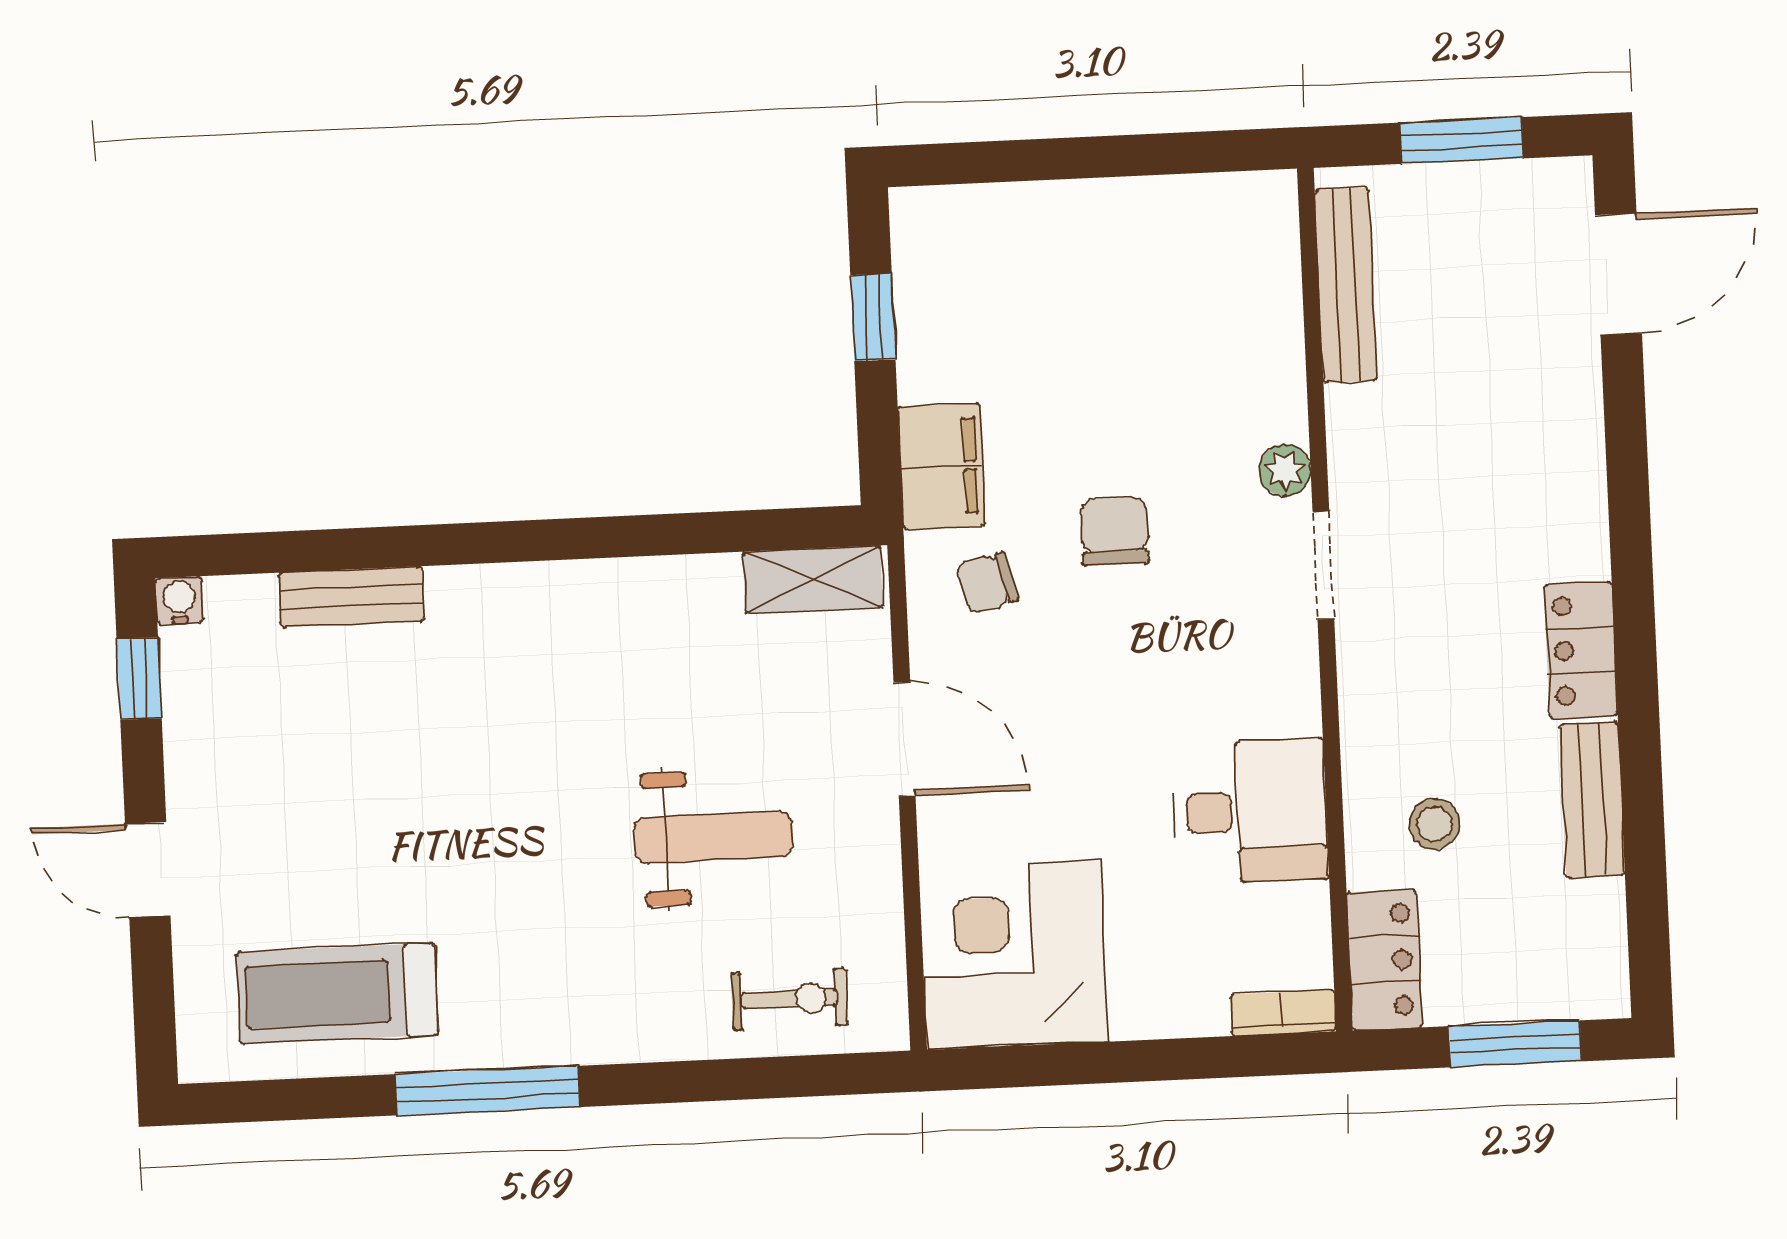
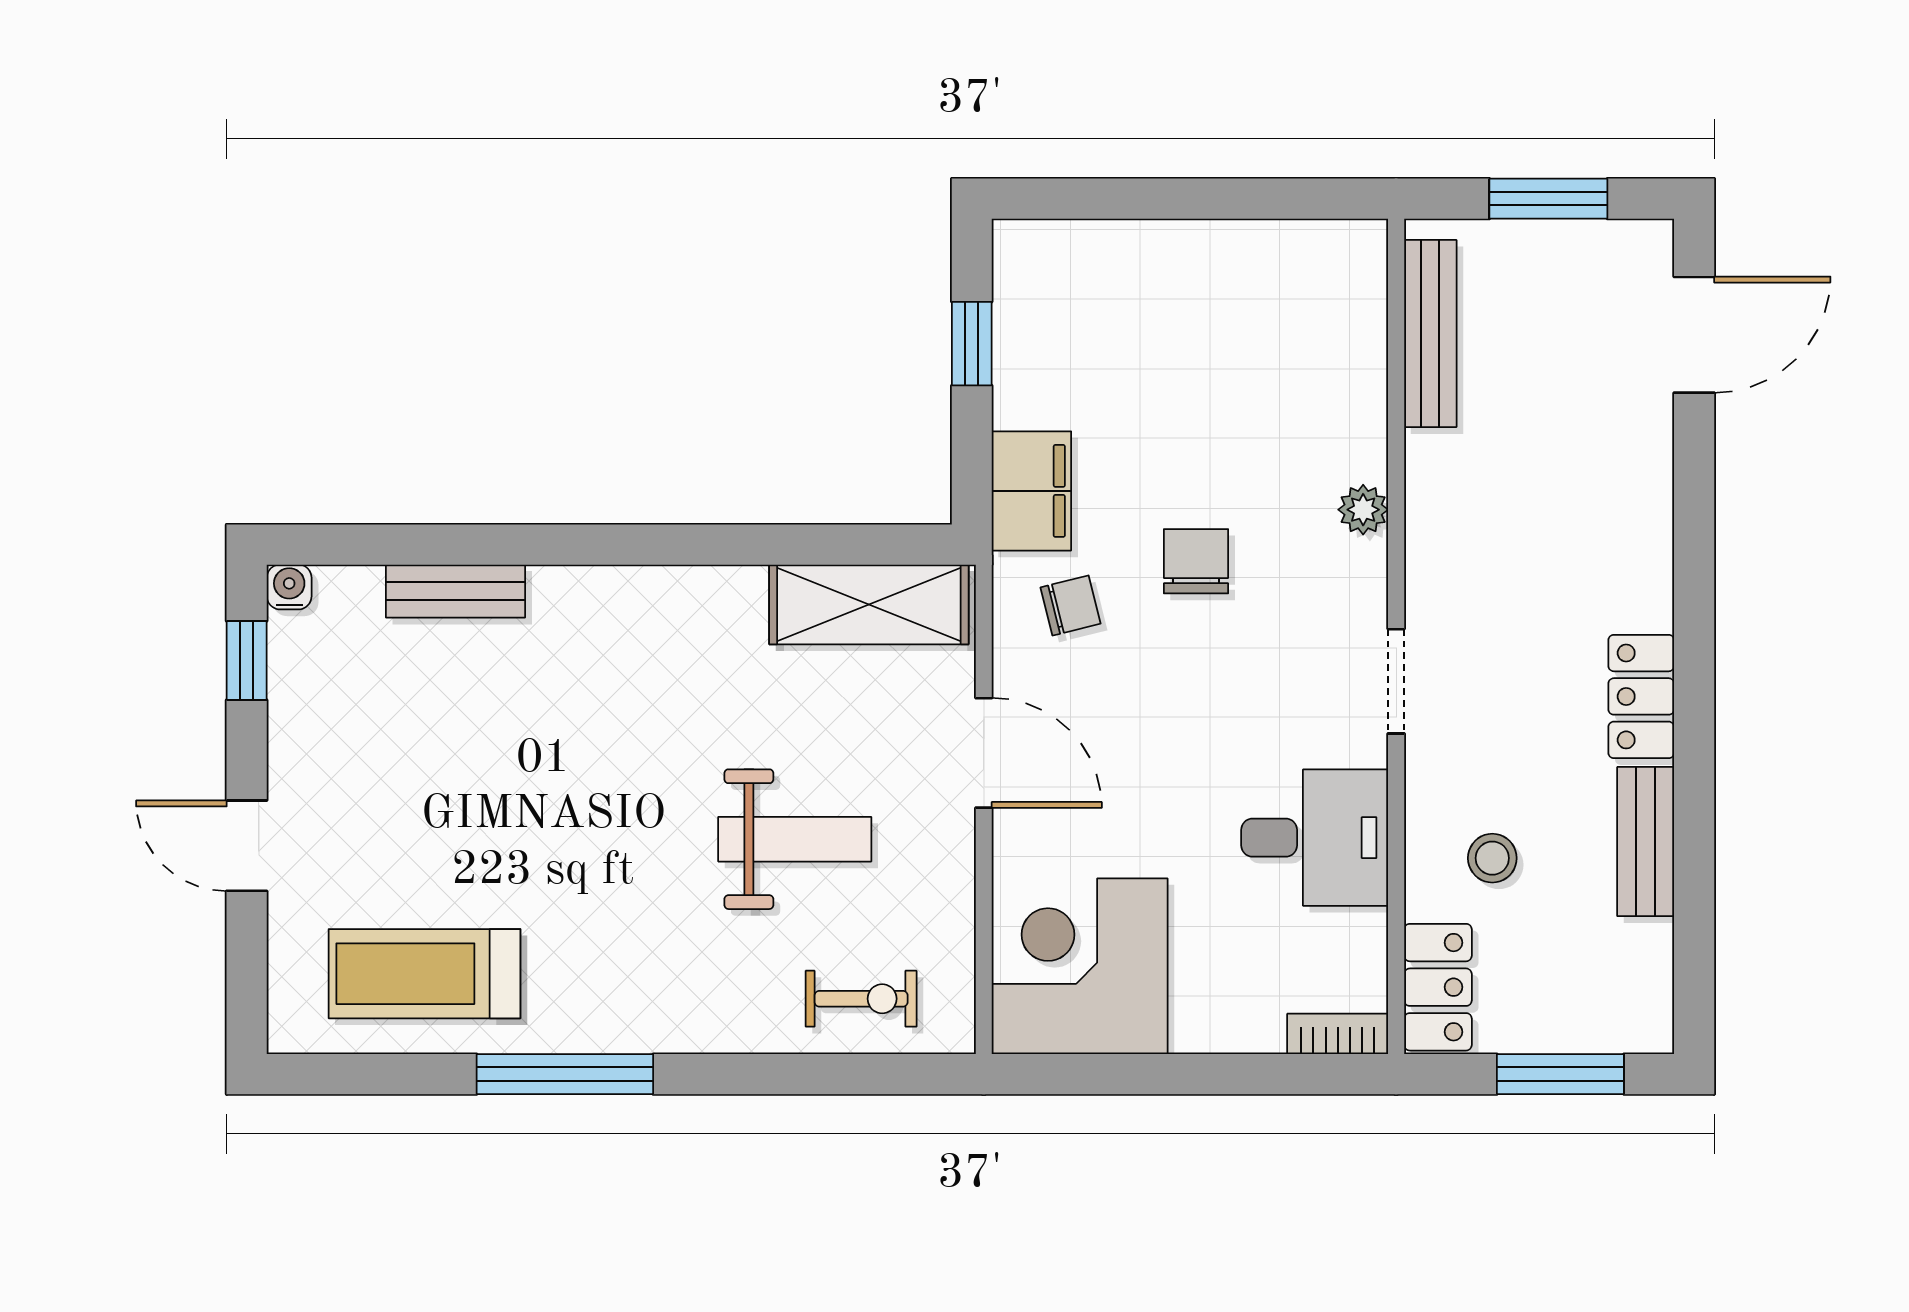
doorway: (1323, 565) -> (1396, 681), moved
shelving: (813, 579) -> (869, 604), width x1.50, depth x1.33
chair: (987, 583) -> (1071, 606), turned 180

